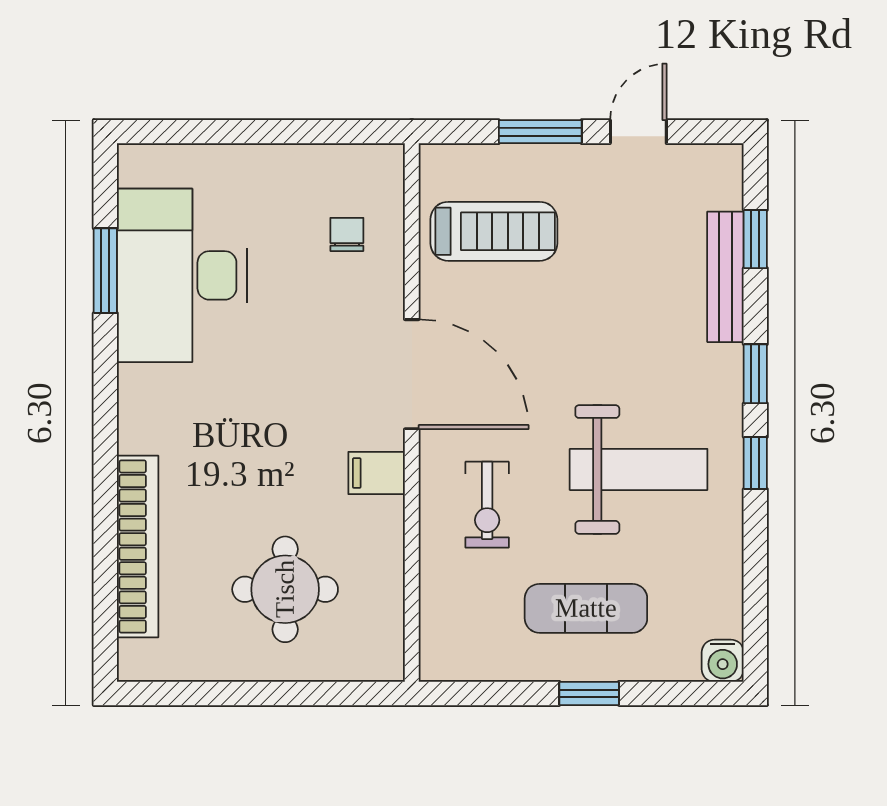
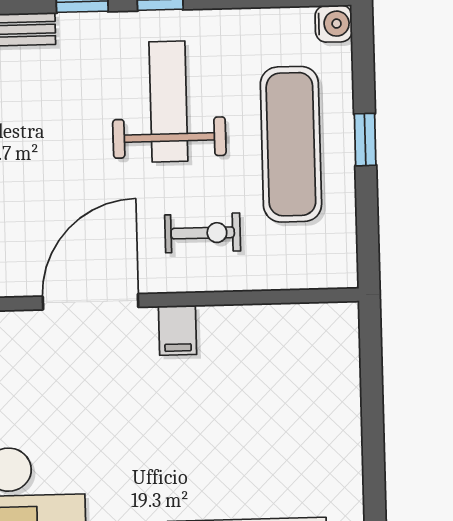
round table: (285, 589) -> (281, 407), removed
exercise mat: (586, 608) -> (291, 144), width x1.36, depth x1.45

